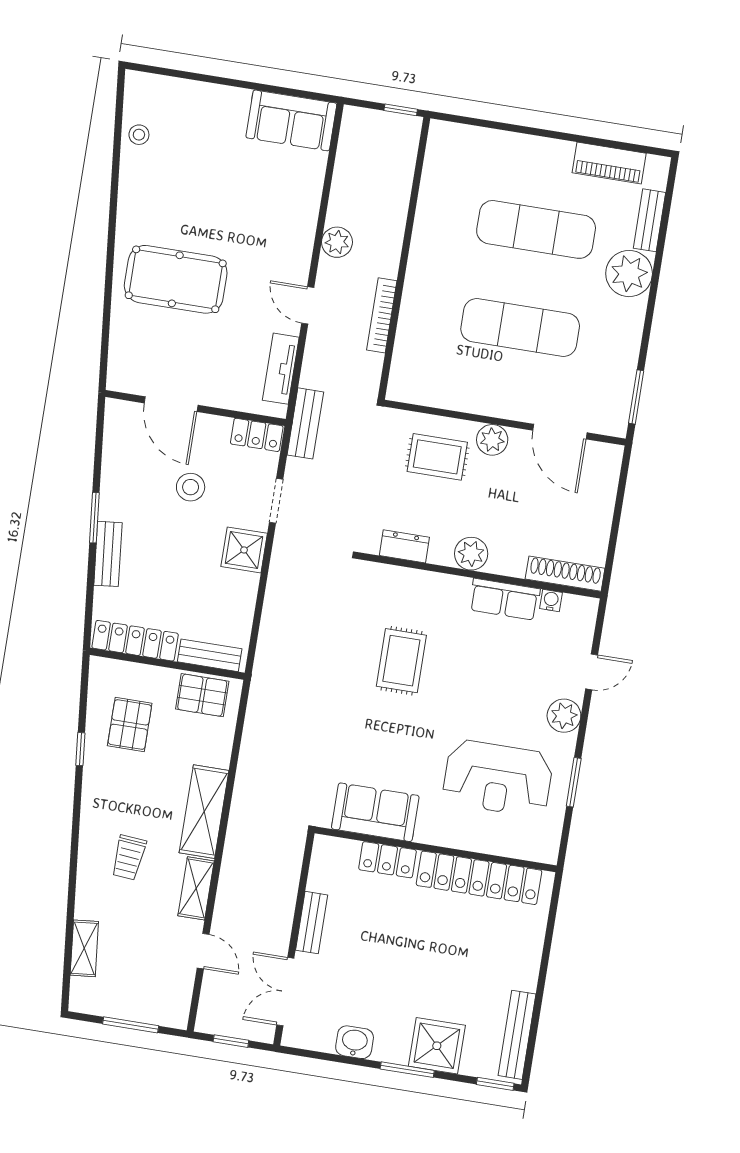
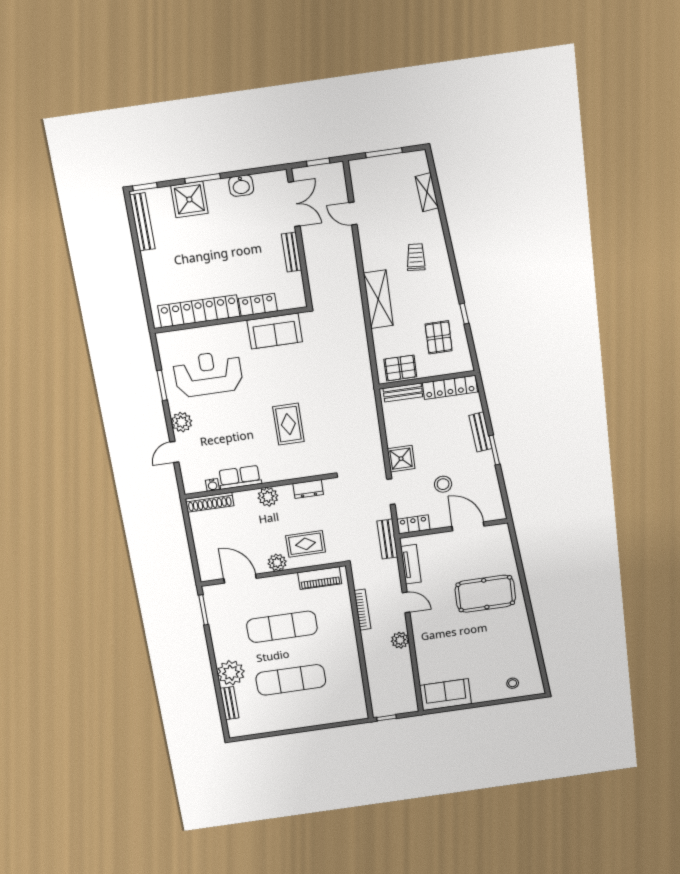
stool: (139, 135) -> (513, 683), moved
piano: (609, 163) -> (320, 578), moved, turned 180
shelving: (196, 888) -> (369, 251), removed

